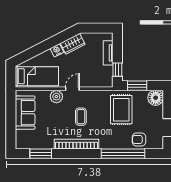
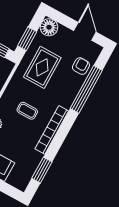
rug: (121, 110) -> (42, 67), turned 90
armchair: (139, 139) -> (81, 66), turned 180

